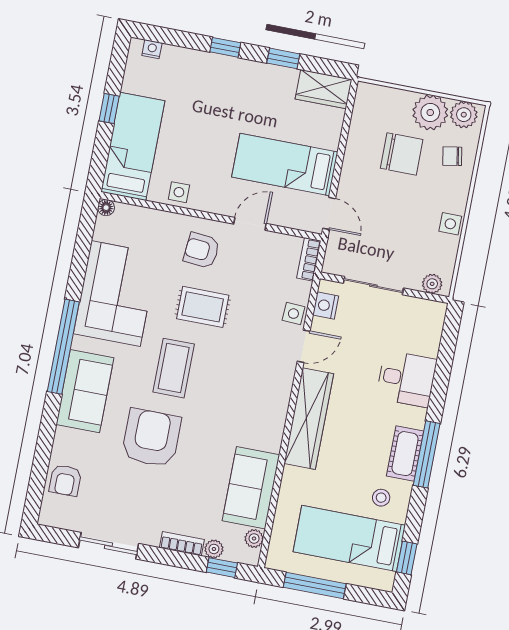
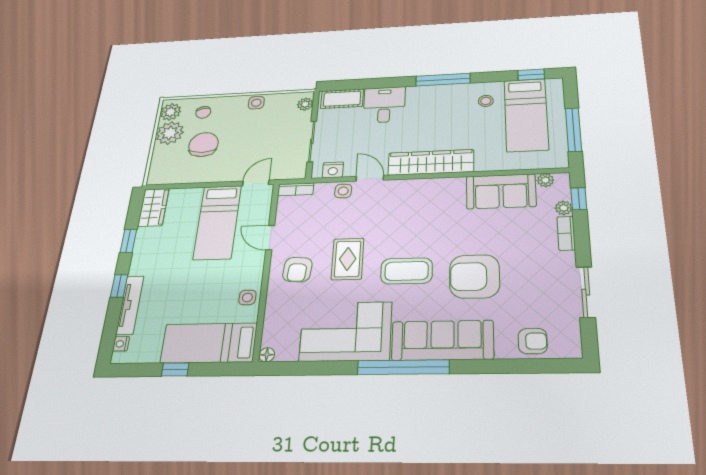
tv unit: (198, 60) -> (130, 305), added
sofa: (85, 391) -> (442, 340), width x1.36
cot: (405, 454) -> (342, 99), moved

